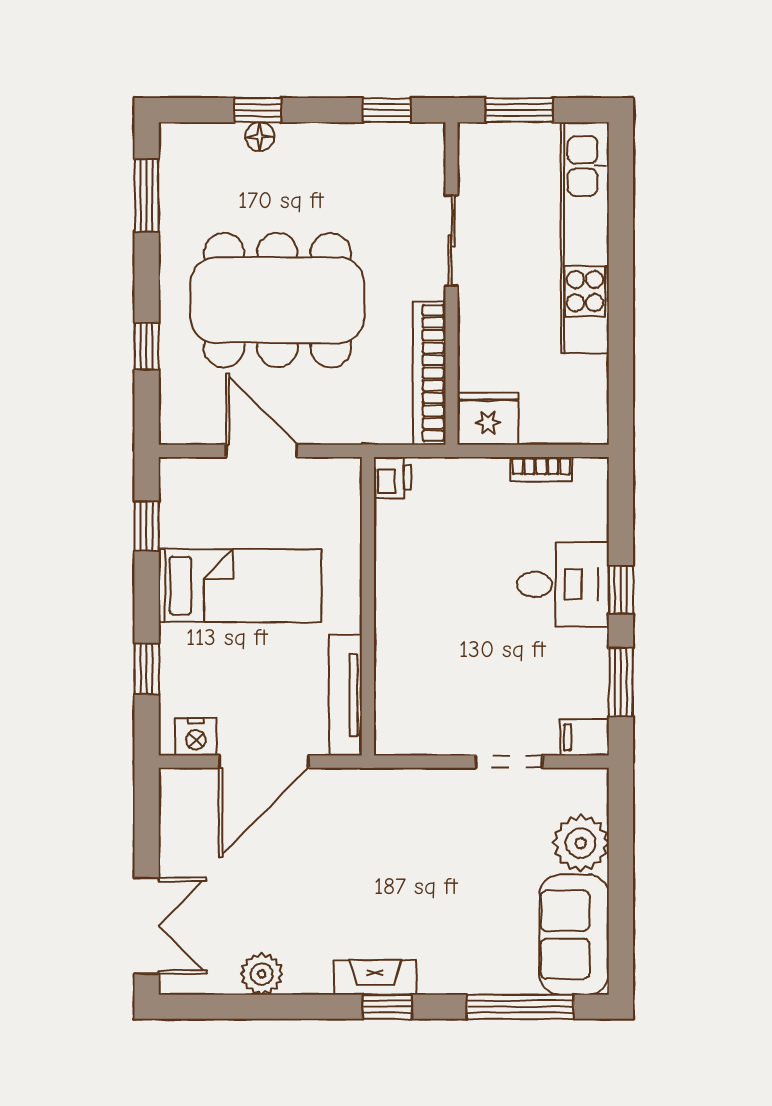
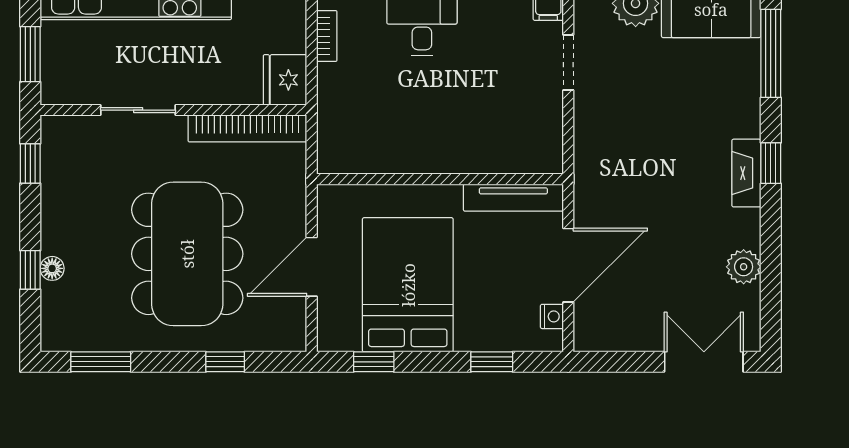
printer: (393, 477) -> (334, 159), removed
bed: (240, 586) -> (408, 285), width x1.50
nightstand: (196, 737) -> (552, 316), width x0.72, depth x0.74
door: (264, 762) -> (568, 265), hinge flipped

